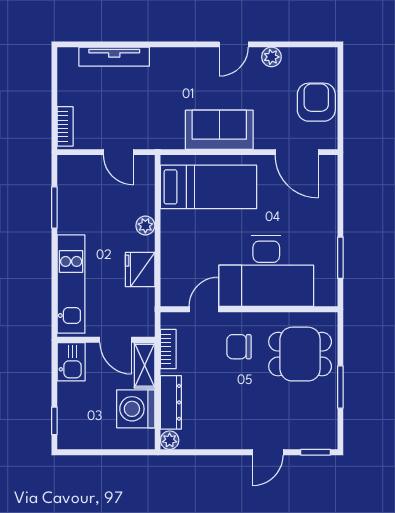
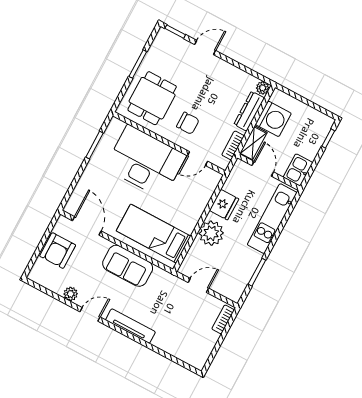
tv unit: (114, 57) -> (130, 326), moved
door: (118, 152) -> (198, 285), hinge flipped
plant: (145, 226) -> (211, 233), width x1.87, depth x1.87
dining table: (300, 354) -> (152, 98), turned 90

